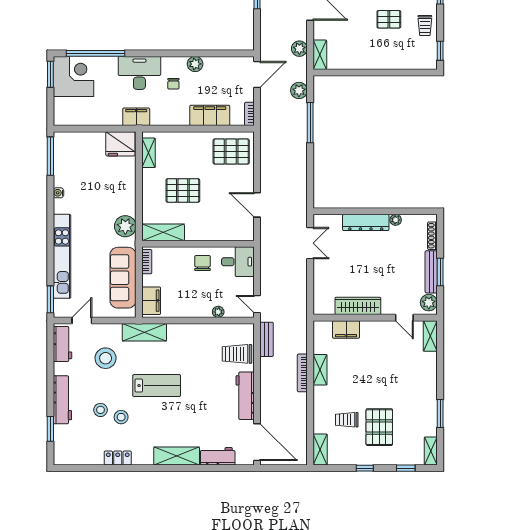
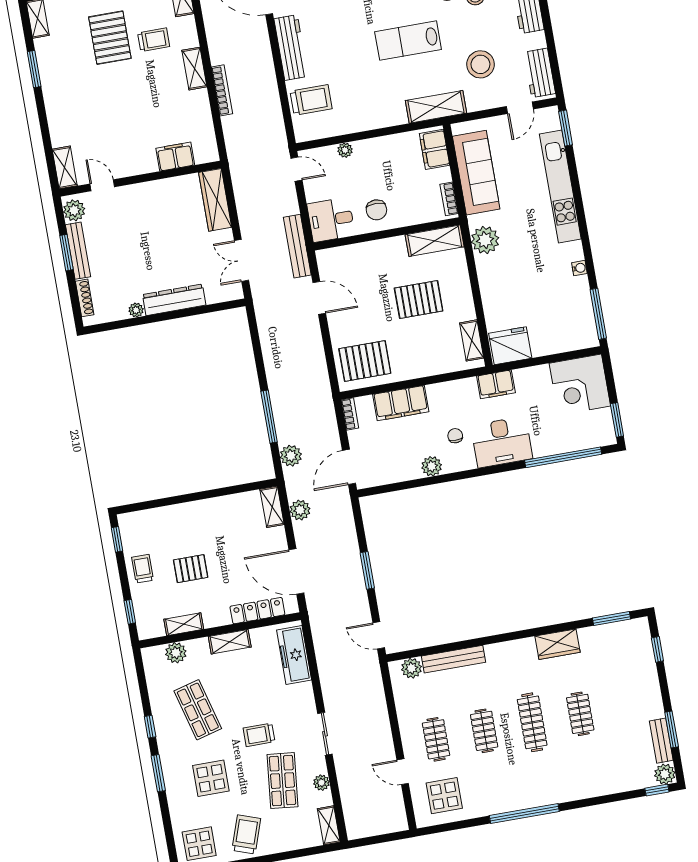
corner desk: (73, 76) -> (580, 385), moved
wardrobe: (358, 306) -> (215, 200), moved, turned 90
bench: (267, 339) -> (297, 246), moved, width x1.36
shelving: (320, 370) -> (194, 69), moved

